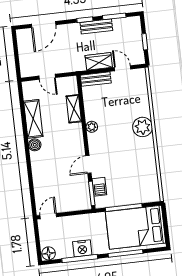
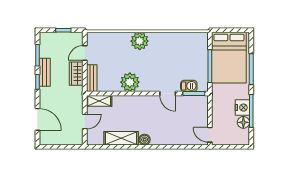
shelving: (74, 109) -> (99, 101), moved
plant: (92, 127) -> (130, 82), width x1.88, depth x1.88
floor lamp: (49, 253) -> (243, 122), moved

